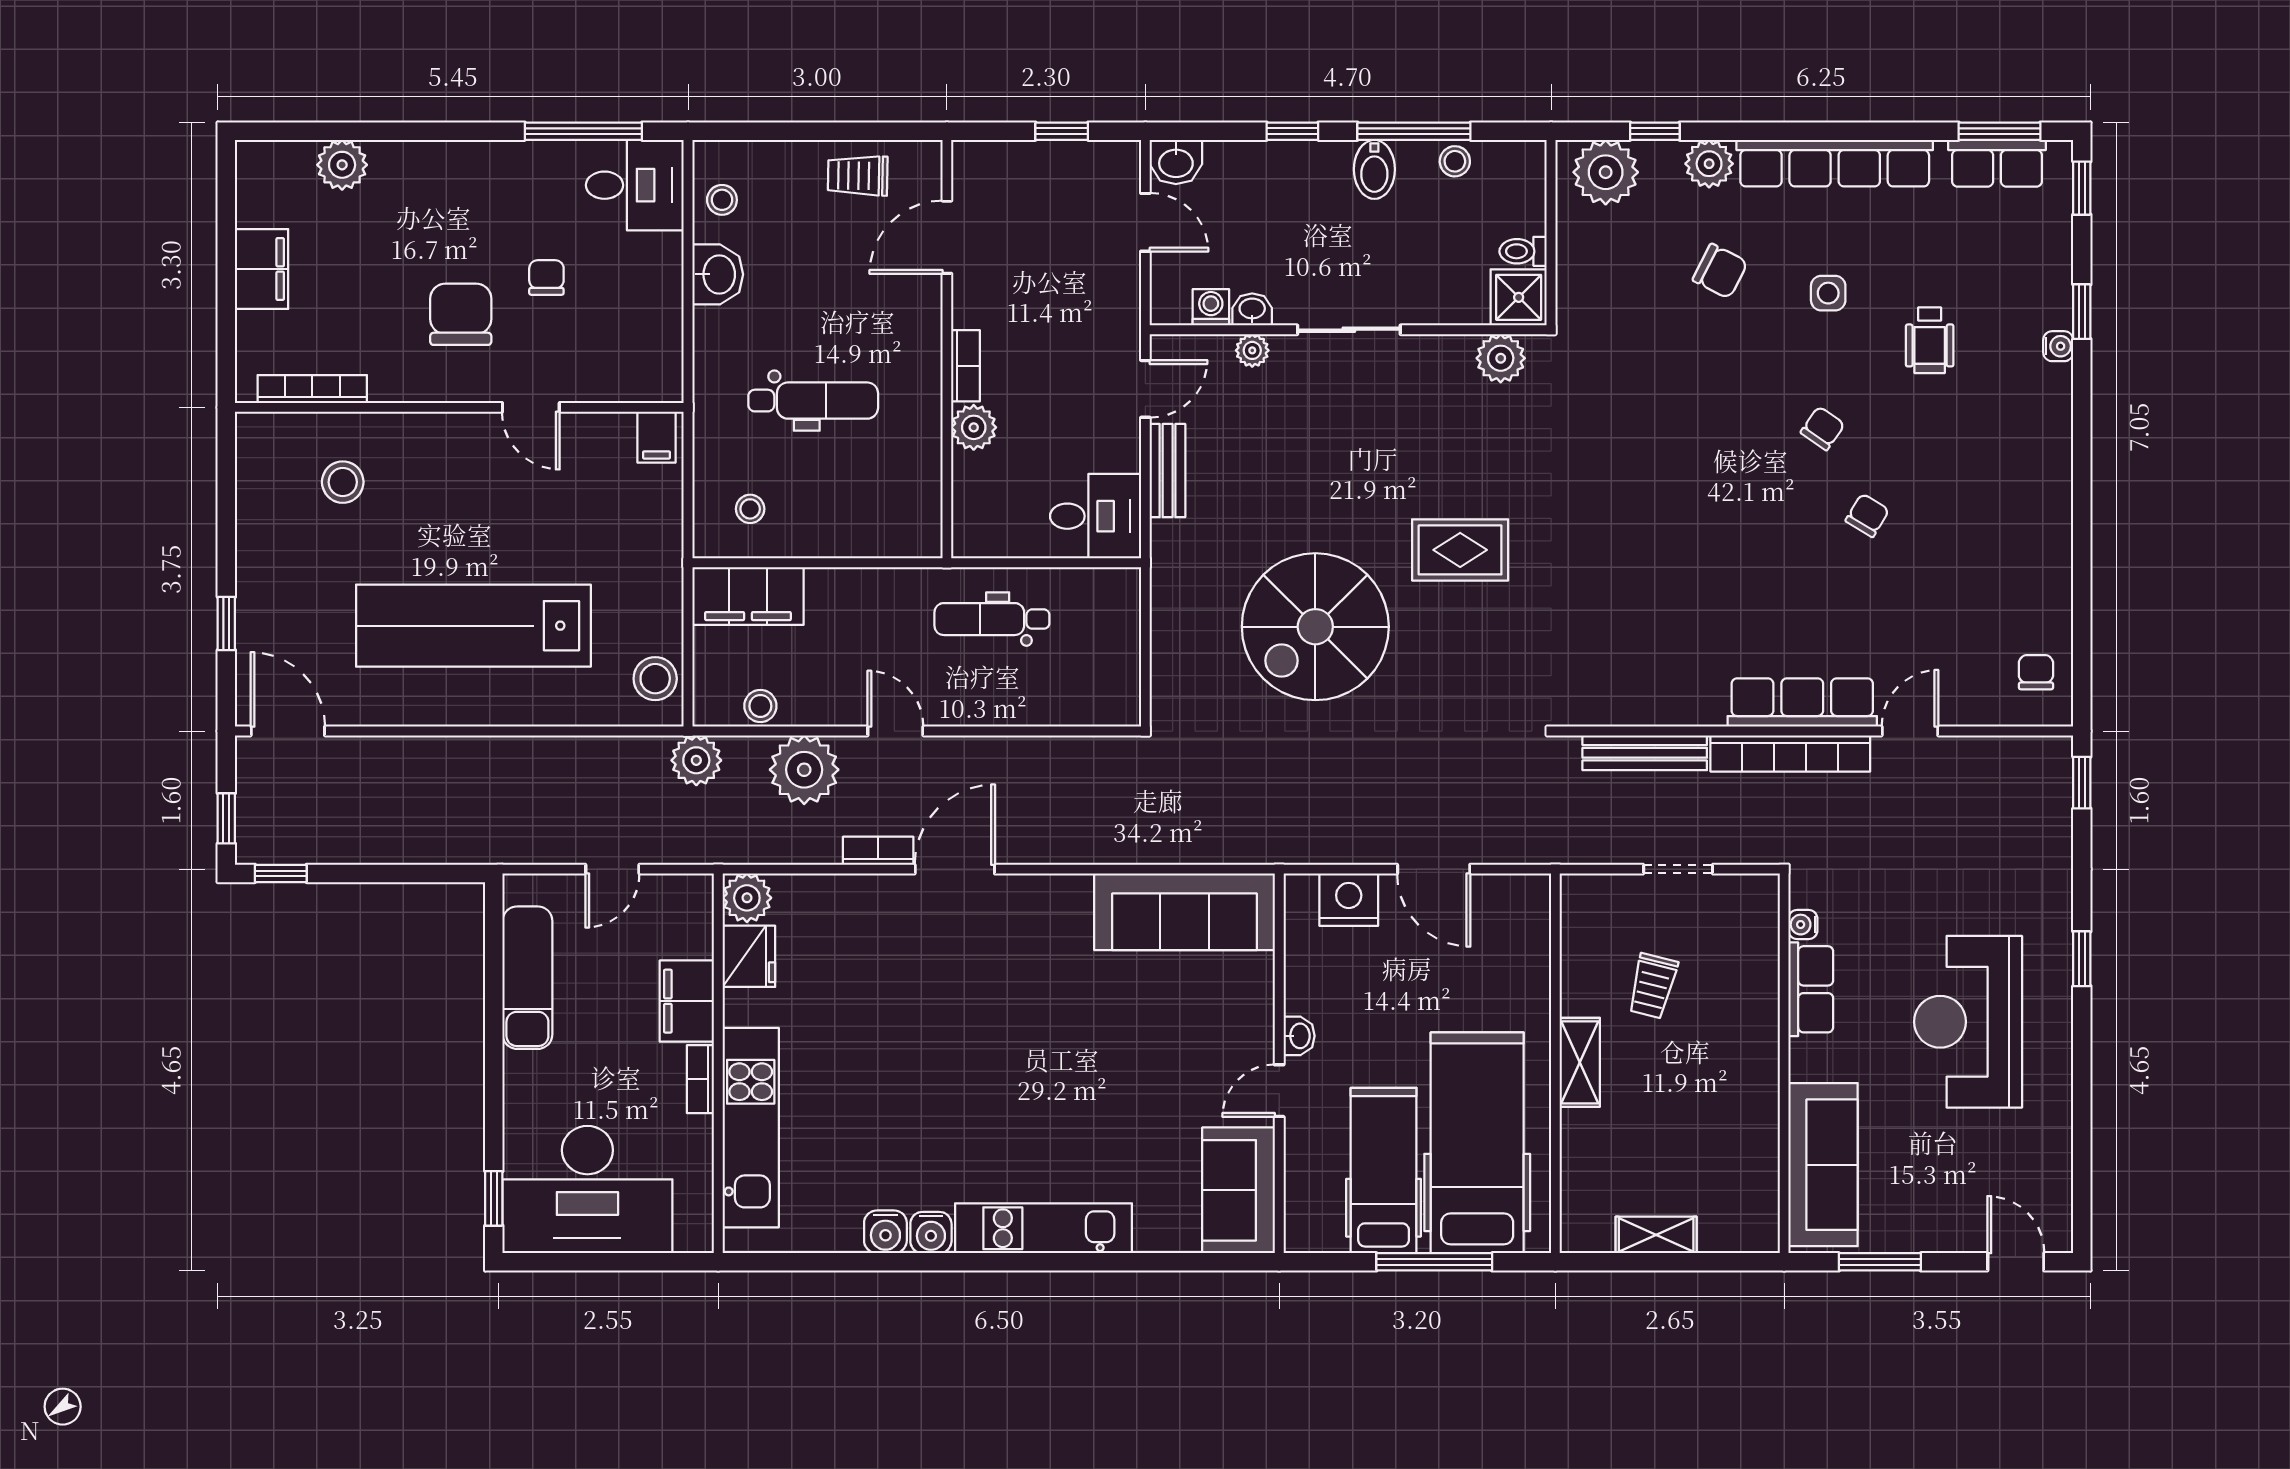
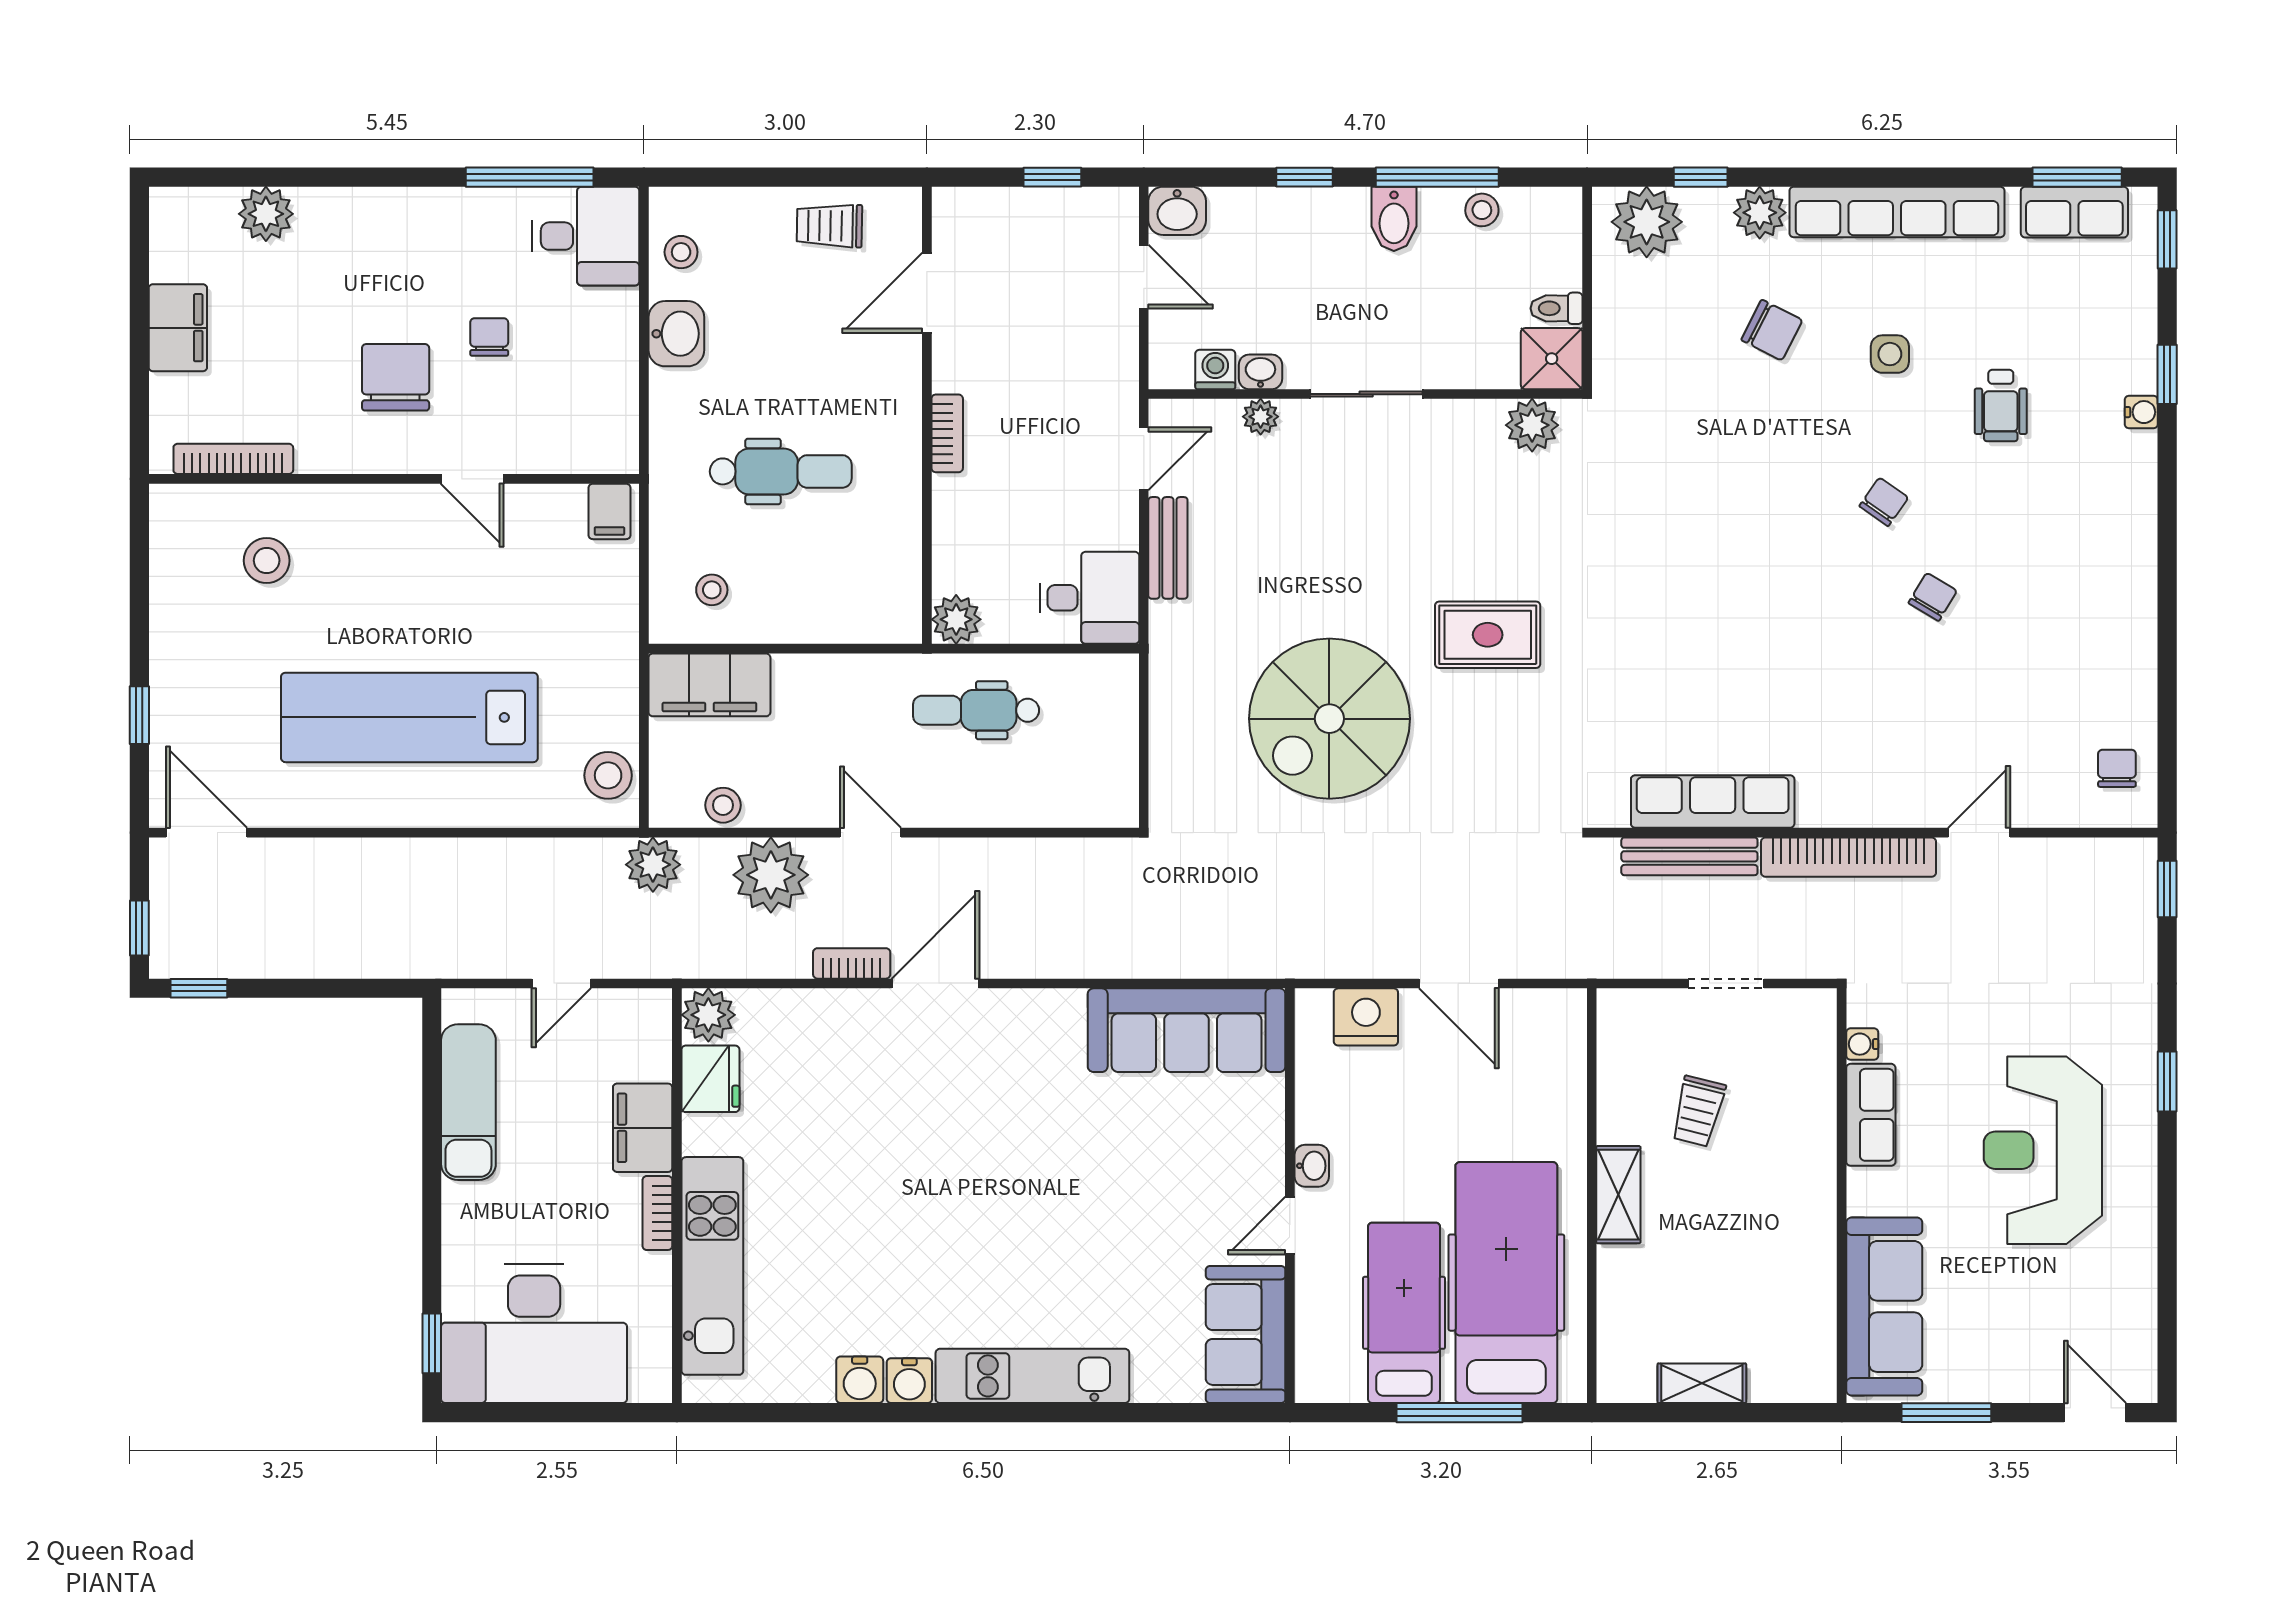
plant: (974, 427) -> (956, 619), moved
row of seats: (1802, 703) -> (1713, 801), moved

